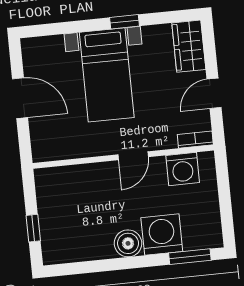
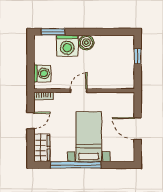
window: (124, 22) -> (76, 165), width x3.17
washing machine: (183, 169) -> (42, 73), moved, turned 90

